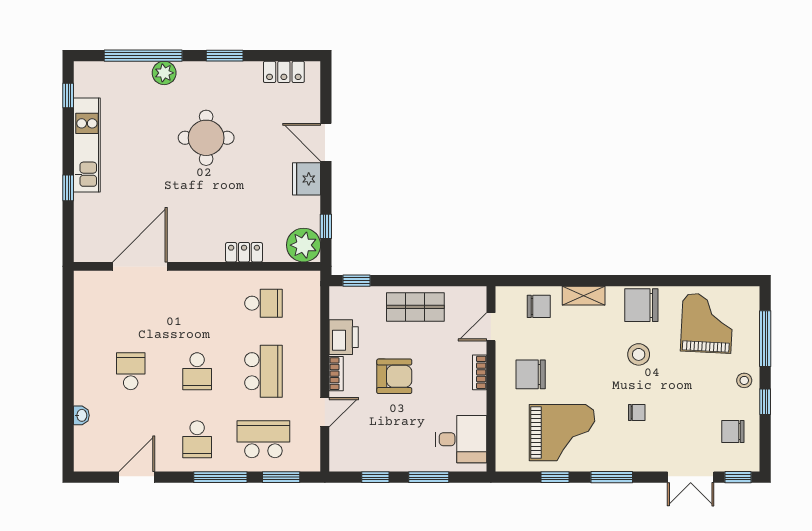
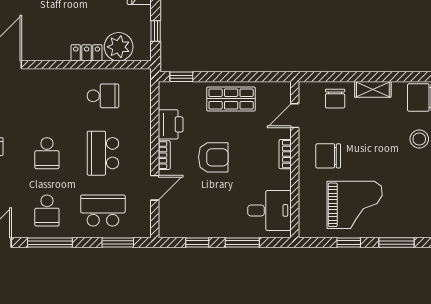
plant: (304, 245) -> (119, 47), moved
chair: (539, 306) -> (335, 99), turned 90
school desk: (263, 371) -> (103, 153), turned 180
chair: (637, 412) -> (418, 188), removed
window: (220, 477) -> (50, 242), moved

